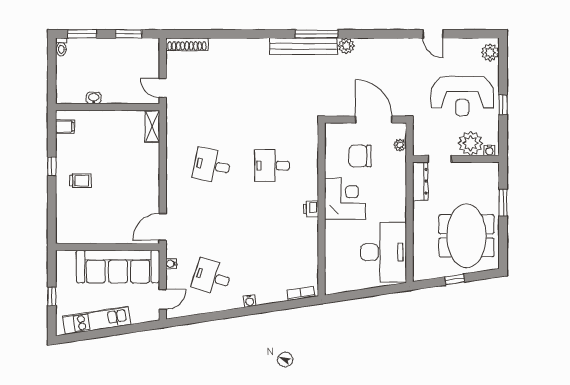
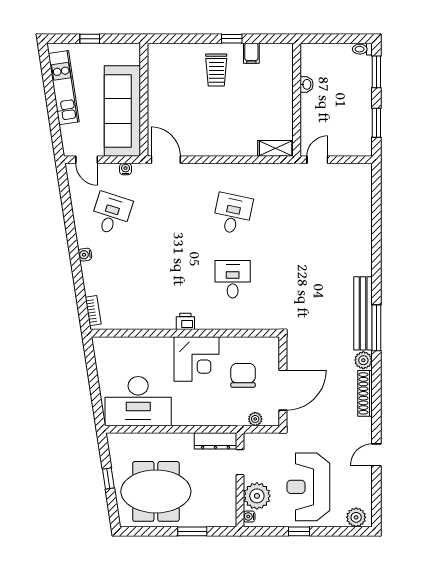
shoe rack: (187, 44) -> (365, 393), moved
filing cabinet: (65, 127) -> (251, 53), moved
trolley: (80, 181) -> (216, 70), width x1.36, depth x1.39

